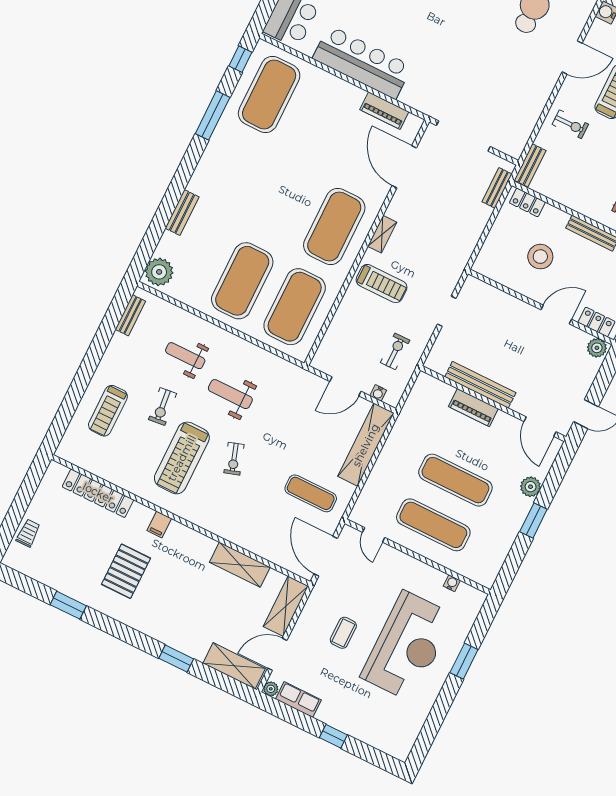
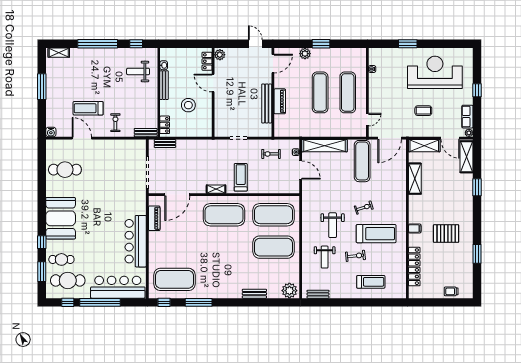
exercise mat: (311, 493) -> (362, 161), width x1.36, depth x1.45
reception desk: (407, 646) -> (435, 72), moved

